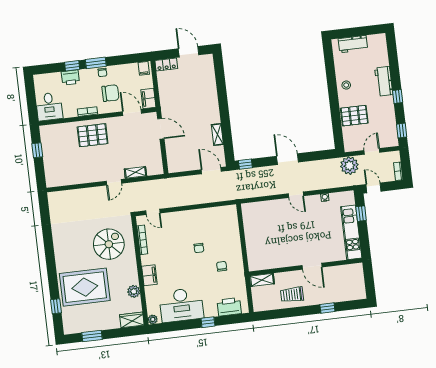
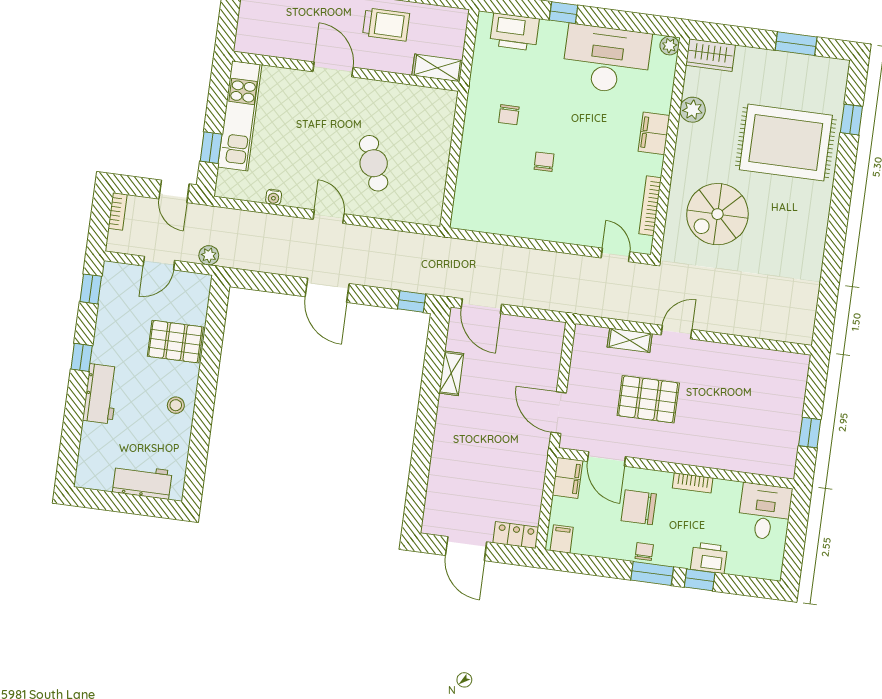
pallet: (93, 135) -> (648, 399), moved
plant: (349, 166) -> (209, 255), width x0.53, depth x0.53
cafe table: (281, 226) -> (374, 163), added

